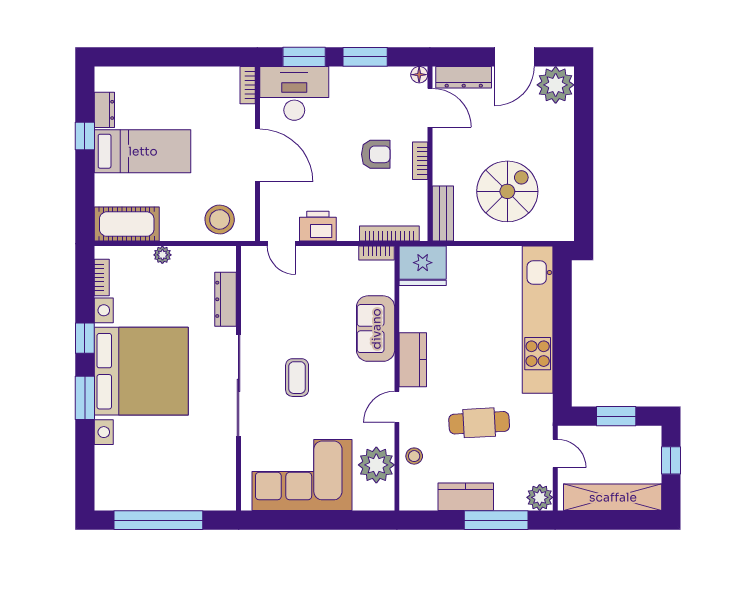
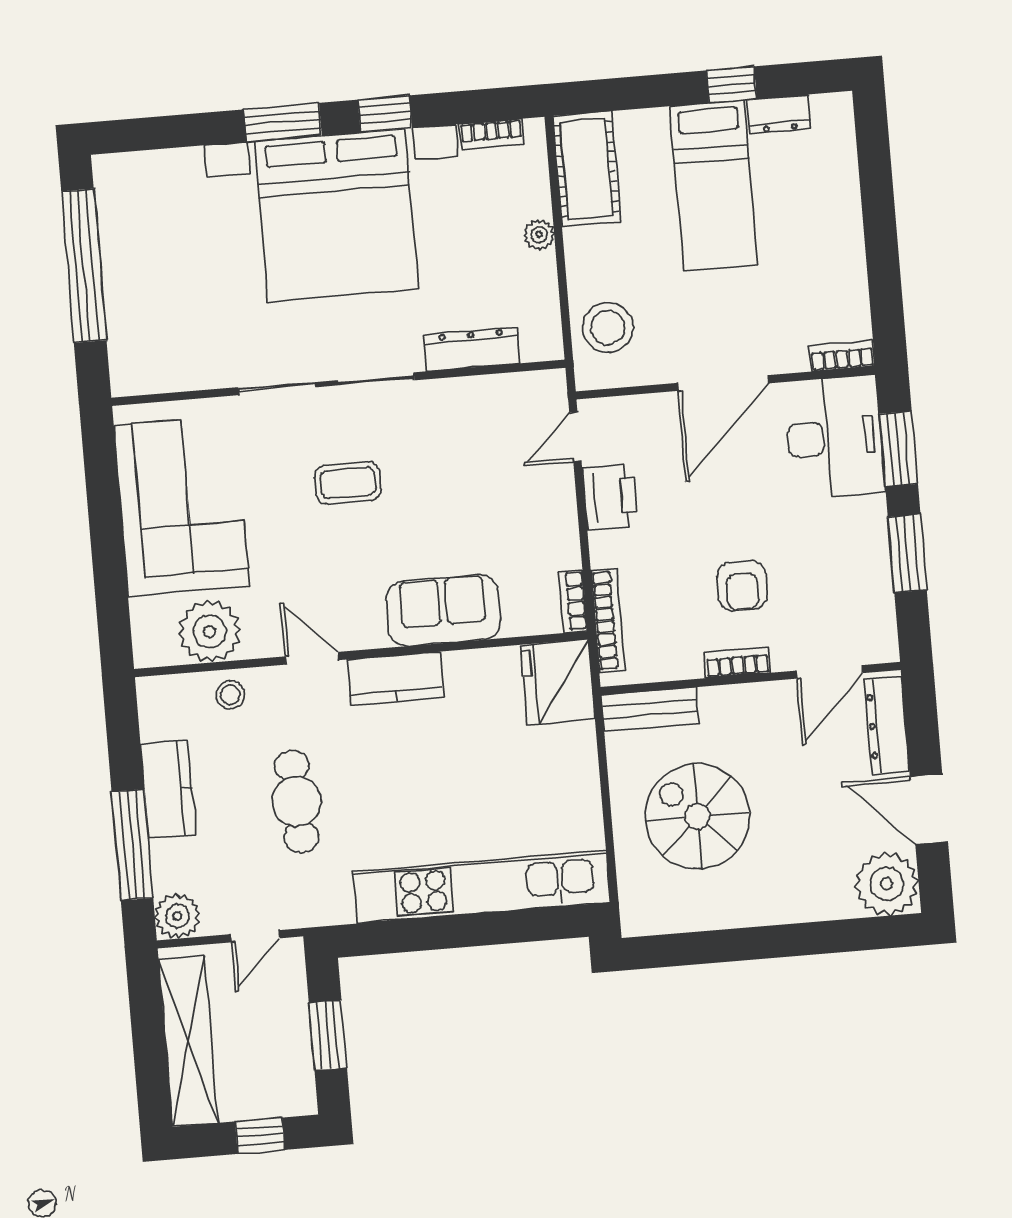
floor lamp: (419, 75) -> (885, 649), removed
spiral stairs: (507, 191) -> (697, 816), turned 180

